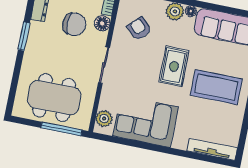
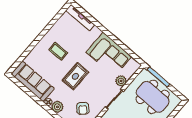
coffee table: (216, 87) -> (58, 51), width x0.54, depth x0.58
plant: (104, 119) -> (121, 81), moved

